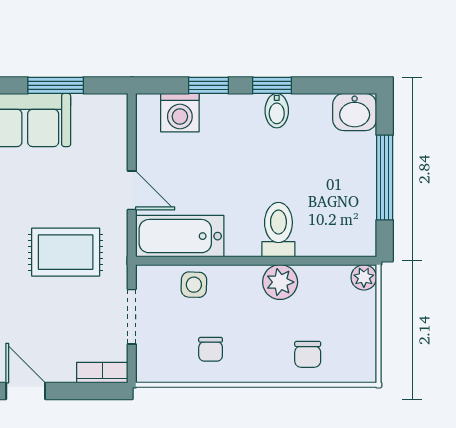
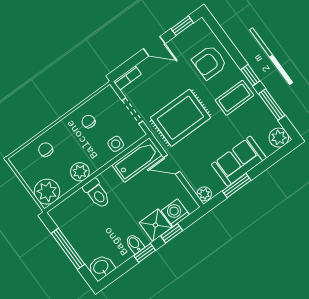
plant: (114, 109) -> (204, 194), added
shower: (224, 116) -> (155, 225), added
rug: (66, 252) -> (180, 118), width x1.36, depth x1.43
plant: (364, 277) -> (47, 192), width x1.88, depth x1.88

